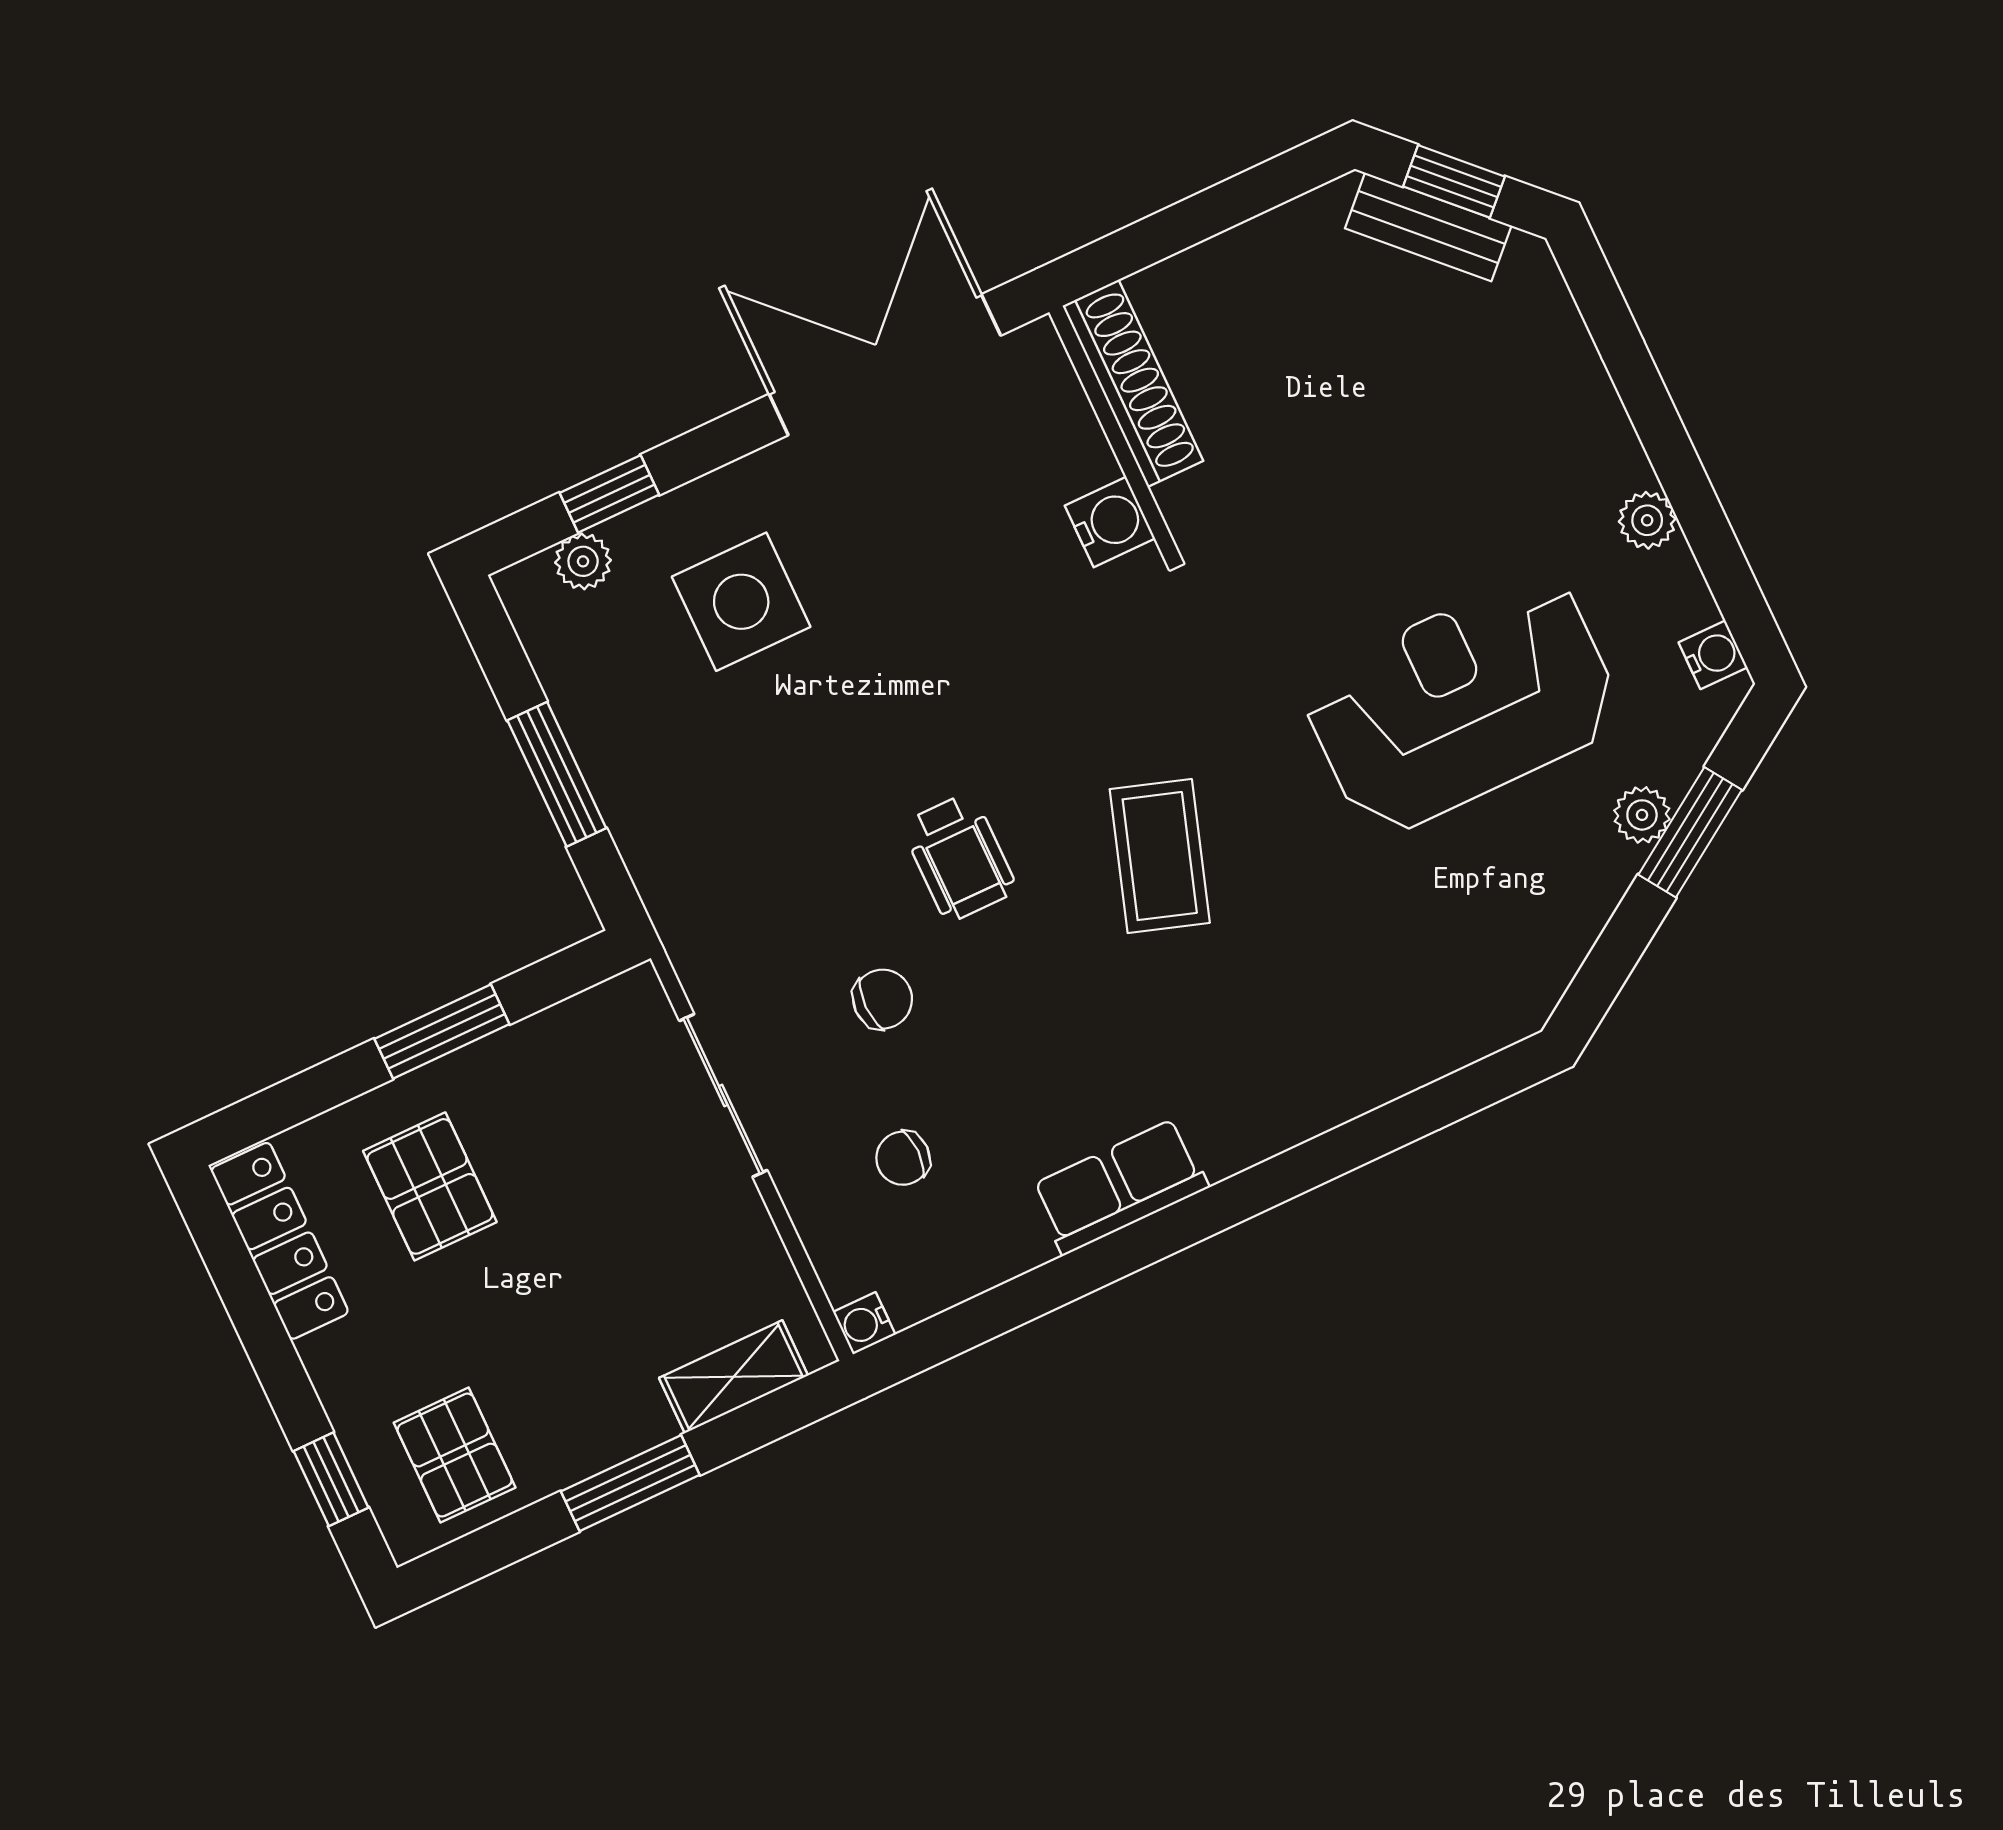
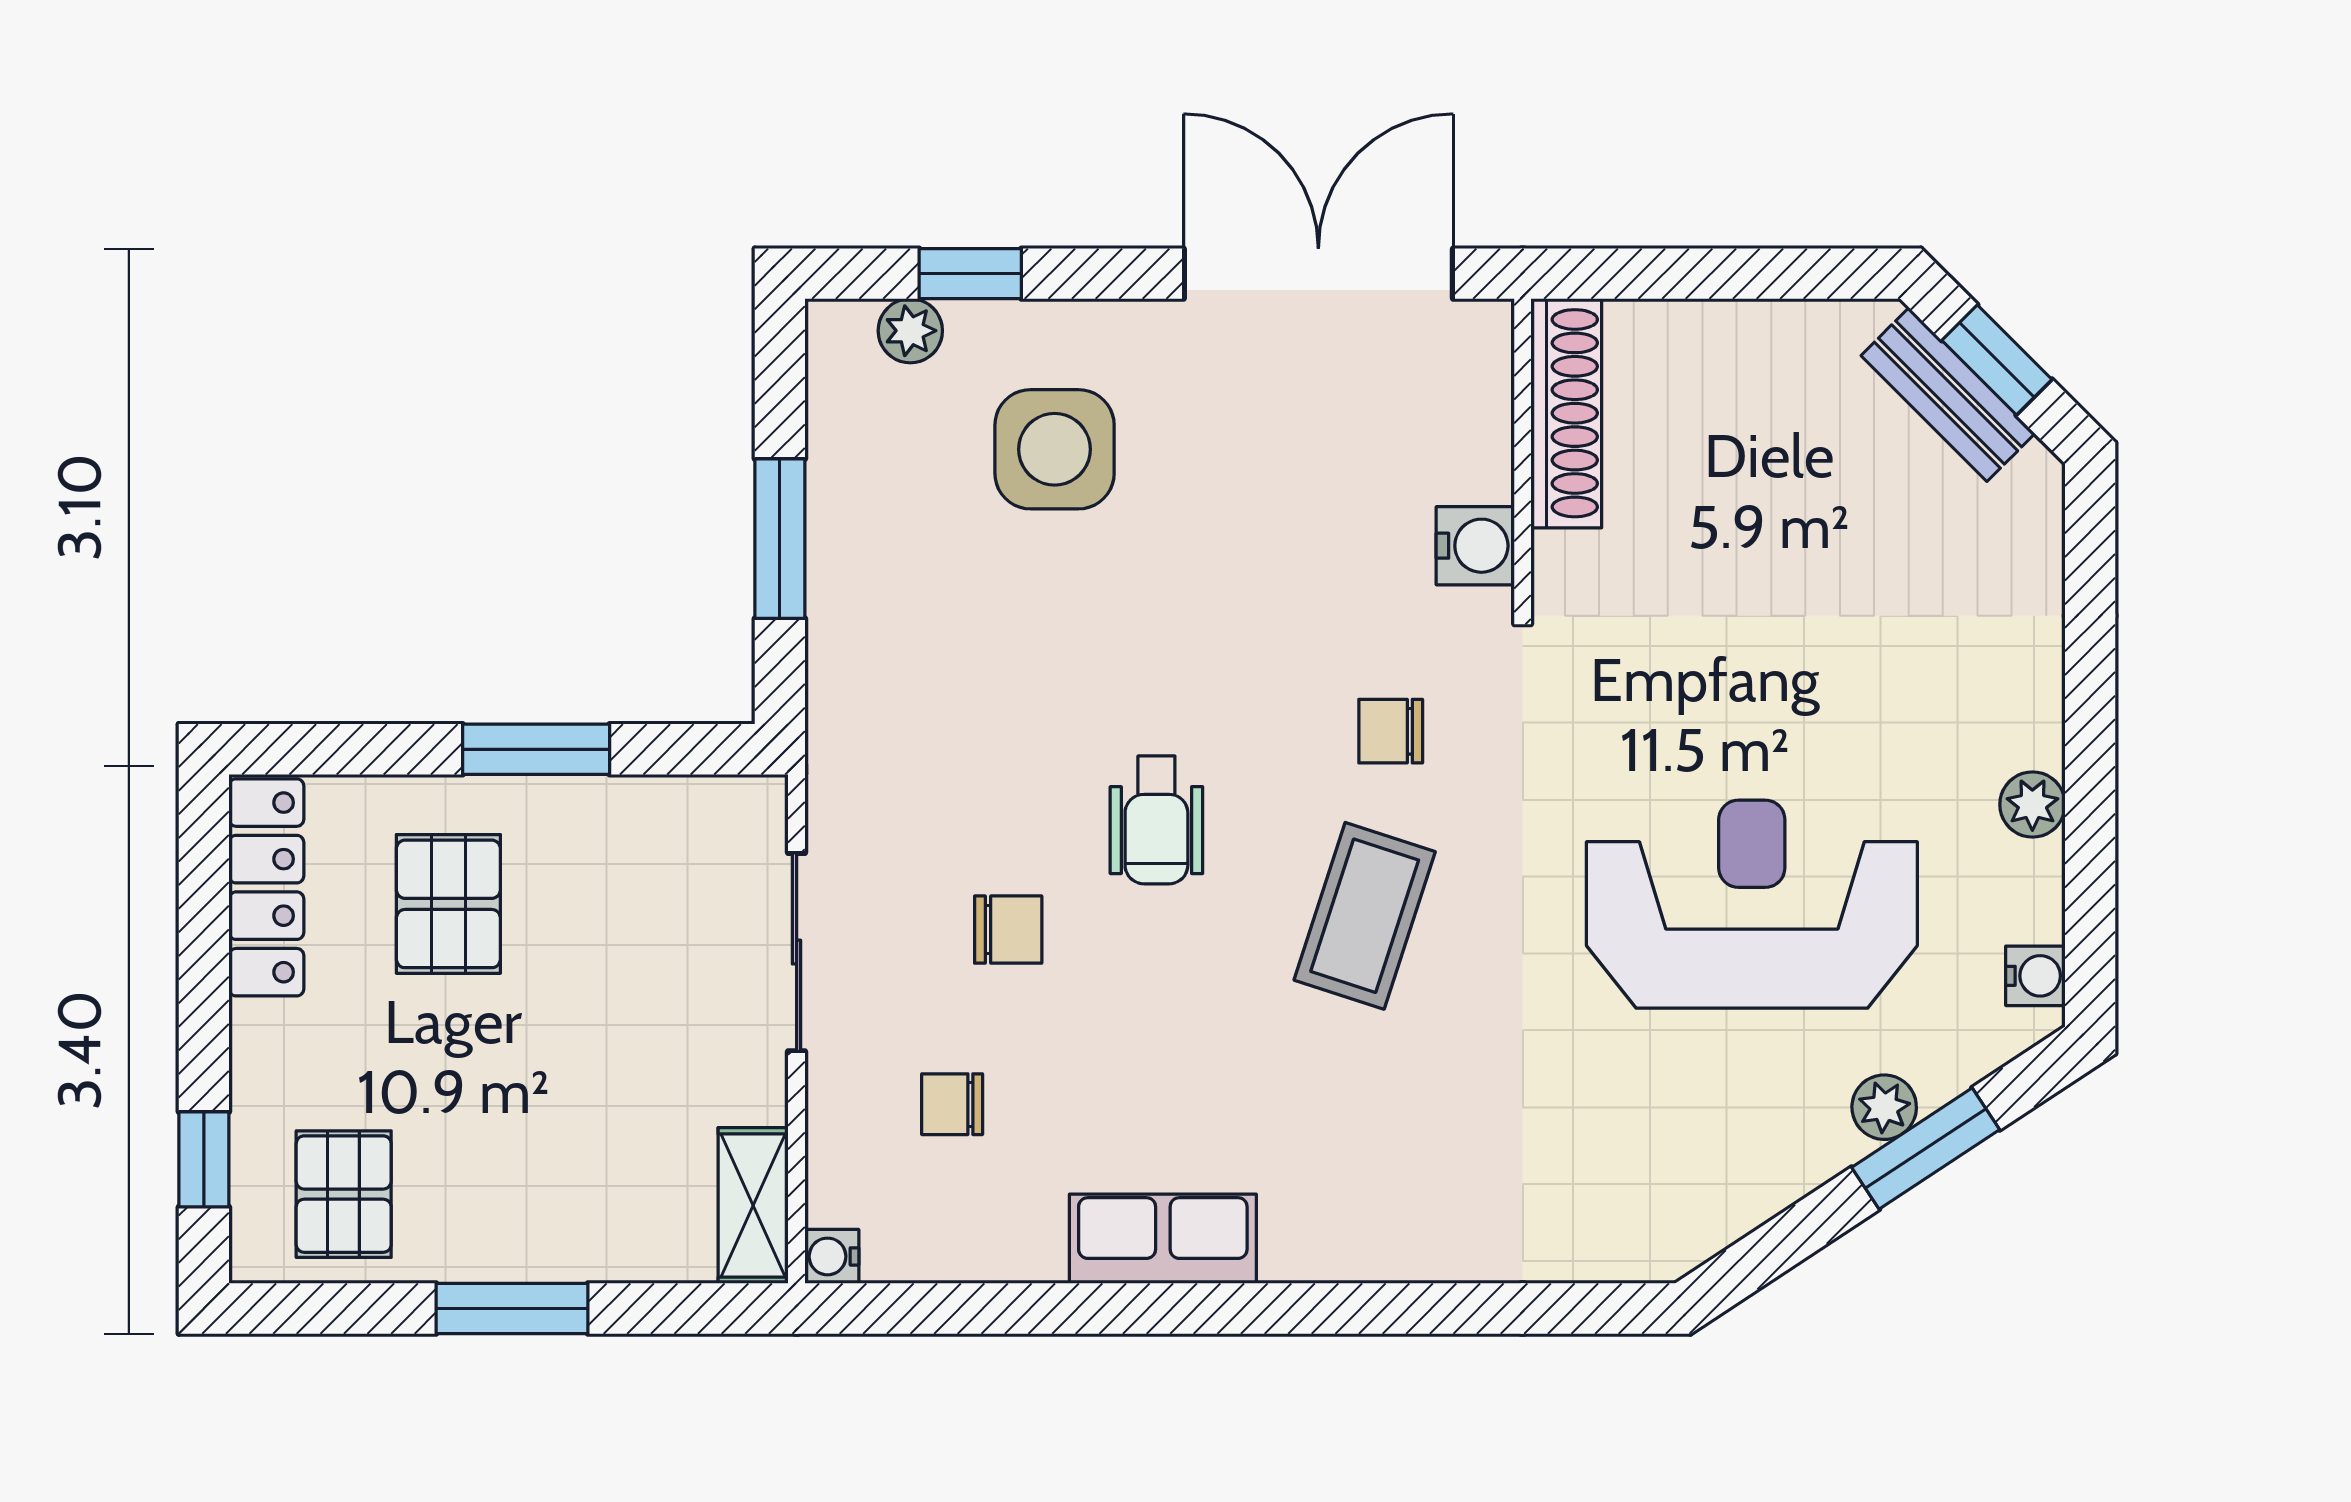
chair: (1112, 700) -> (1391, 731), added
shelving: (734, 1377) -> (753, 1206), moved, turned 90

